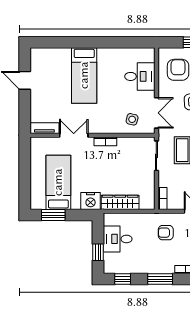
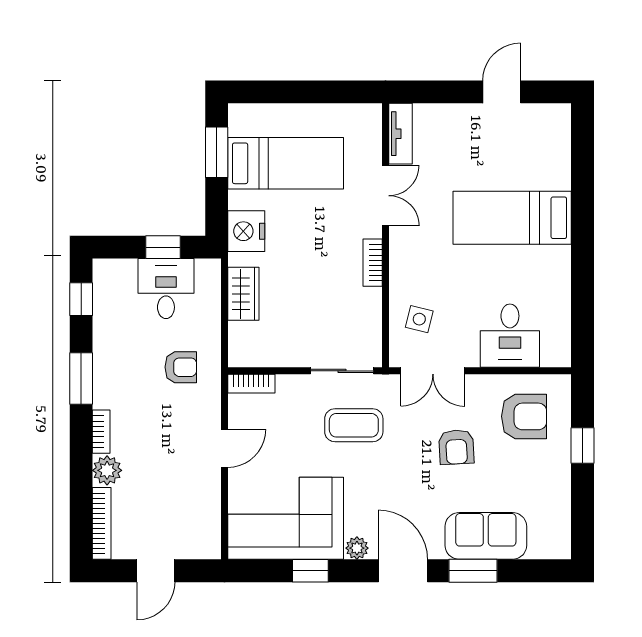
wardrobe: (120, 202) -> (243, 294), width x0.67
armchair: (166, 233) -> (181, 367), moved, turned 90
window: (98, 252) -> (163, 247), moved

